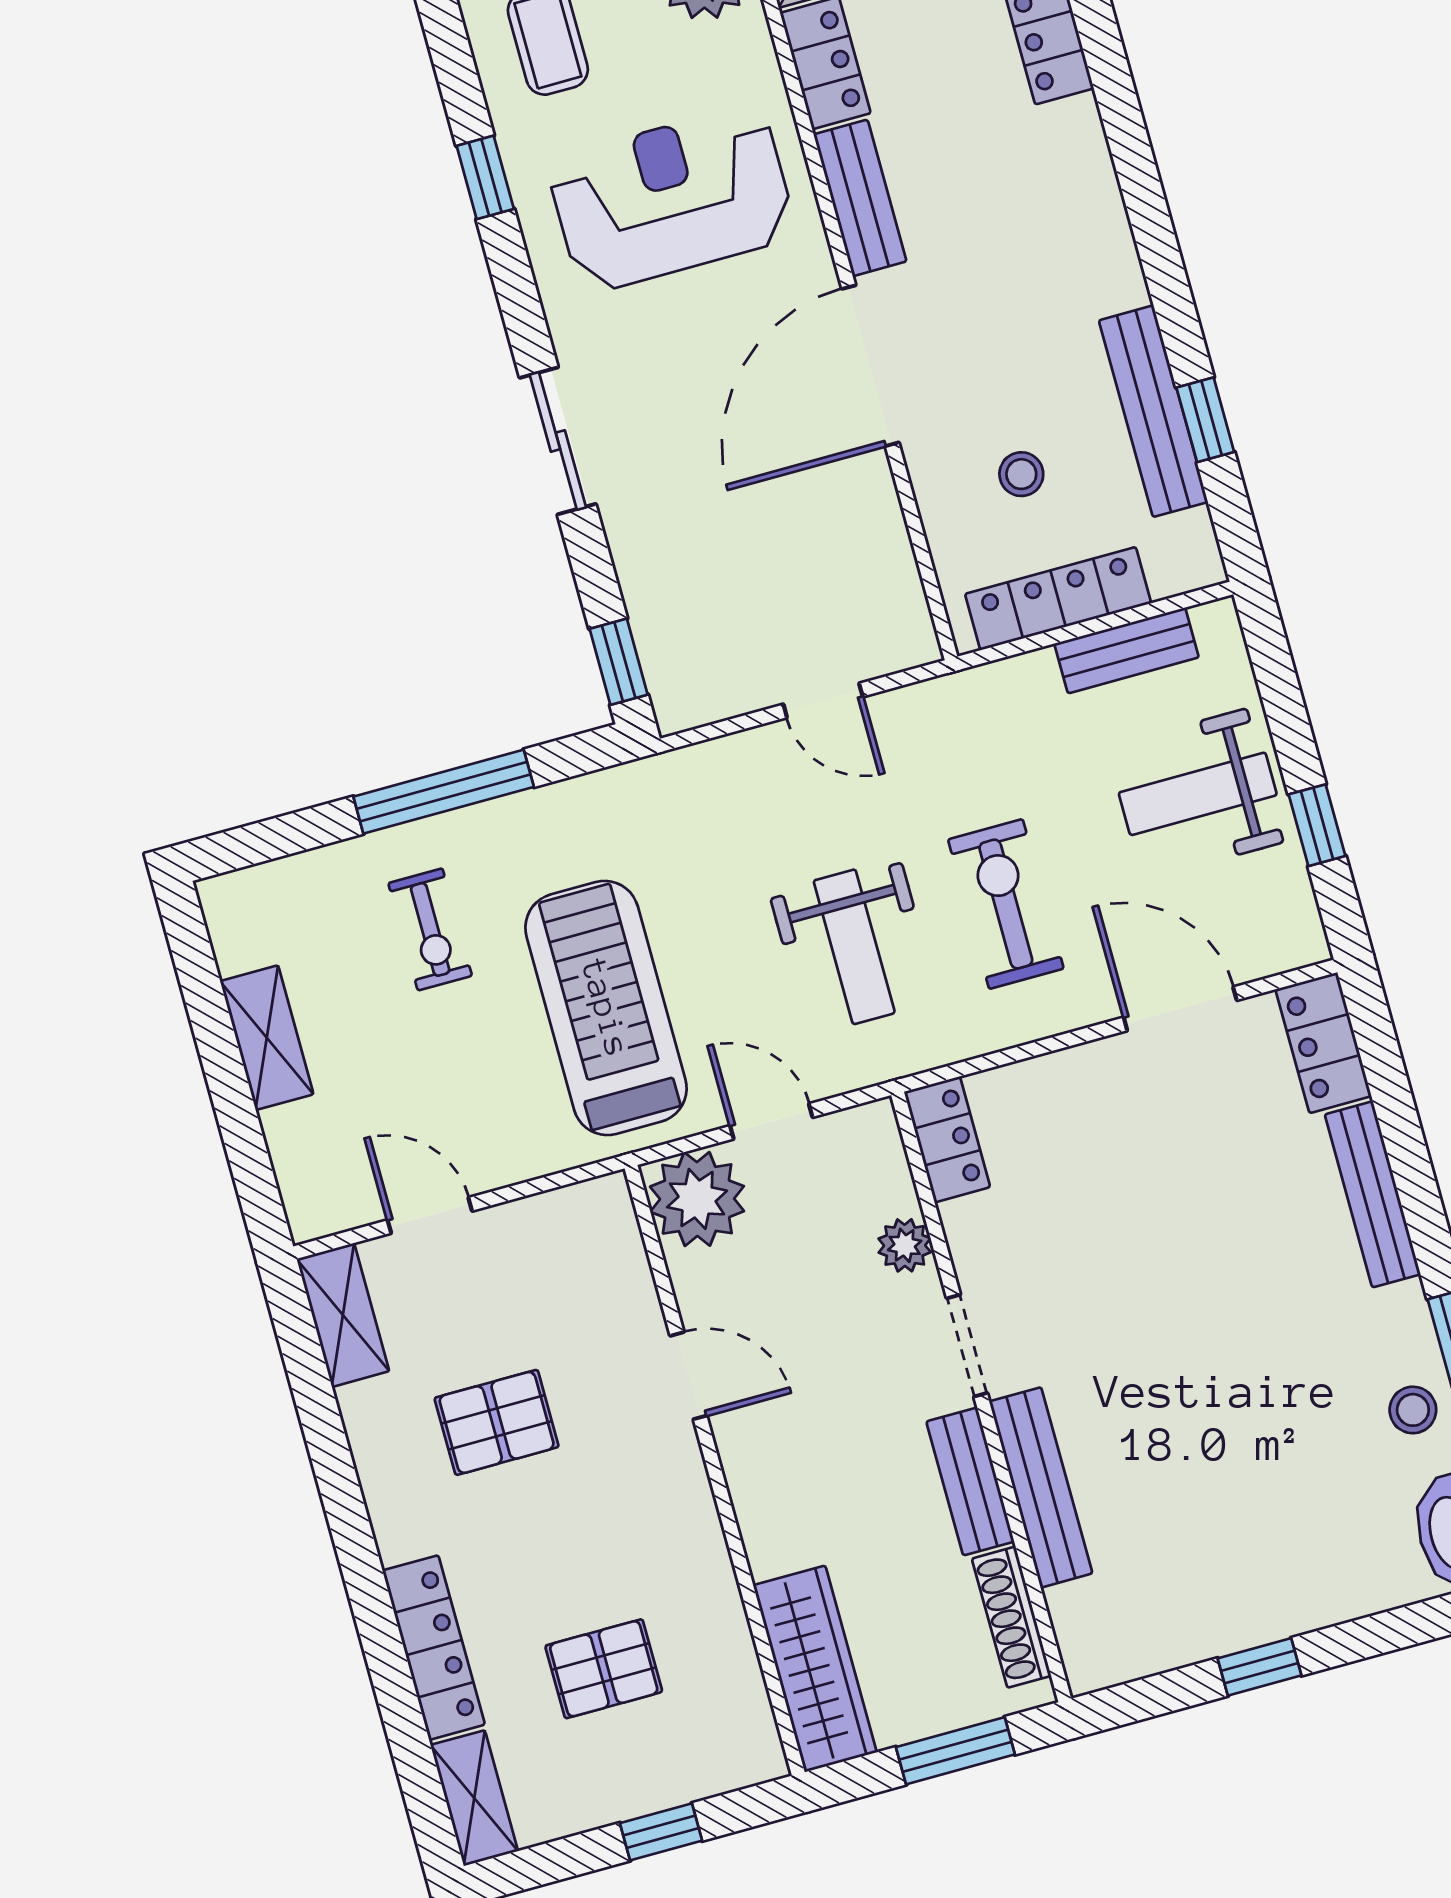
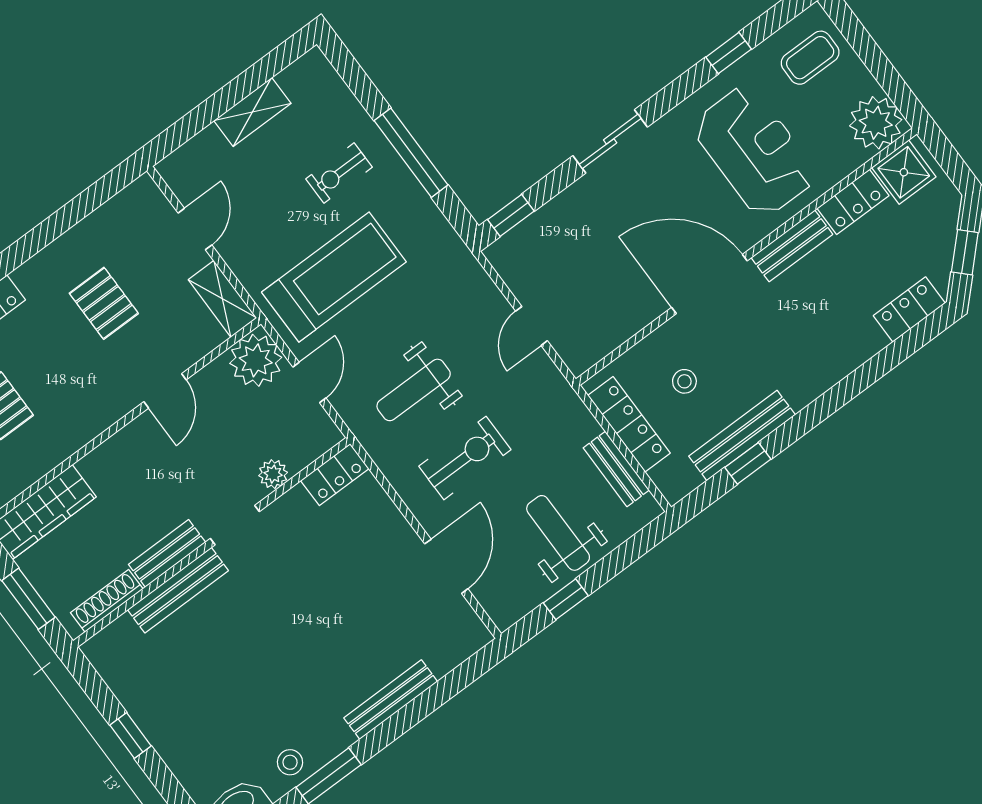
locker: (1323, 1043) -> (457, 645), removed
shelving: (343, 1315) -> (222, 299), moved, turned 90

